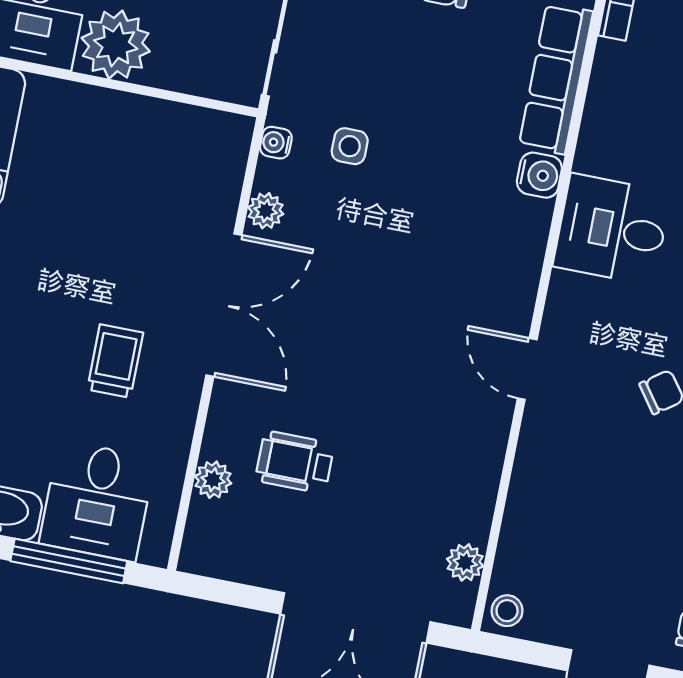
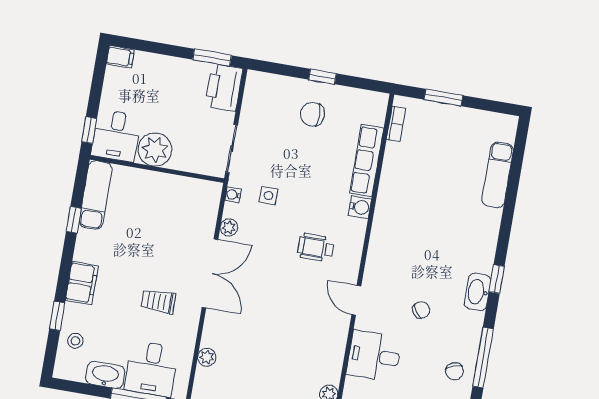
desk: (612, 229) -> (374, 356), moved
trolley: (115, 361) -> (158, 301), turned -90
wheelchair: (295, 462) -> (316, 247), moved

